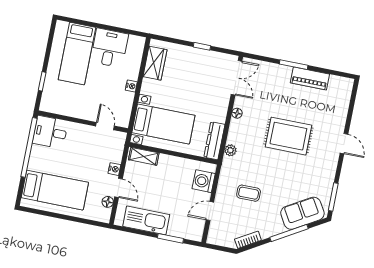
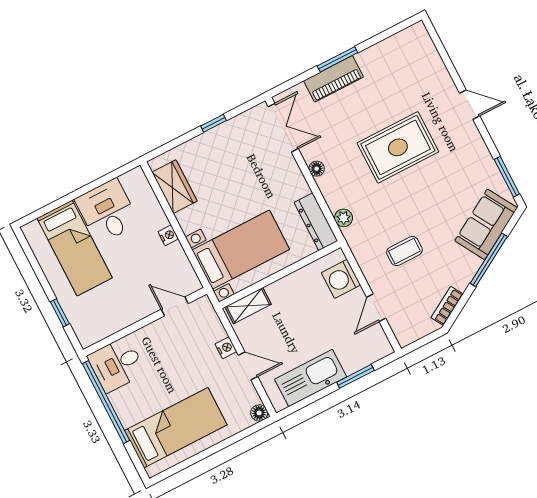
piano: (310, 79) -> (334, 79), moved
floor lamp: (108, 202) -> (259, 413), moved

